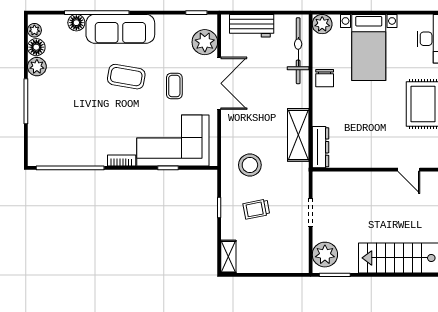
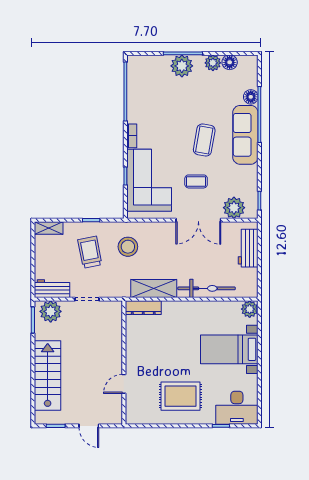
plant: (34, 30) -> (182, 66), moved, width x1.88, depth x1.88
bicycle: (298, 51) -> (207, 288), moved
chair: (325, 78) -> (203, 311), removed
trolley: (256, 209) -> (90, 252), width x1.36, depth x1.39
workbench: (298, 253) -> (52, 289), added

